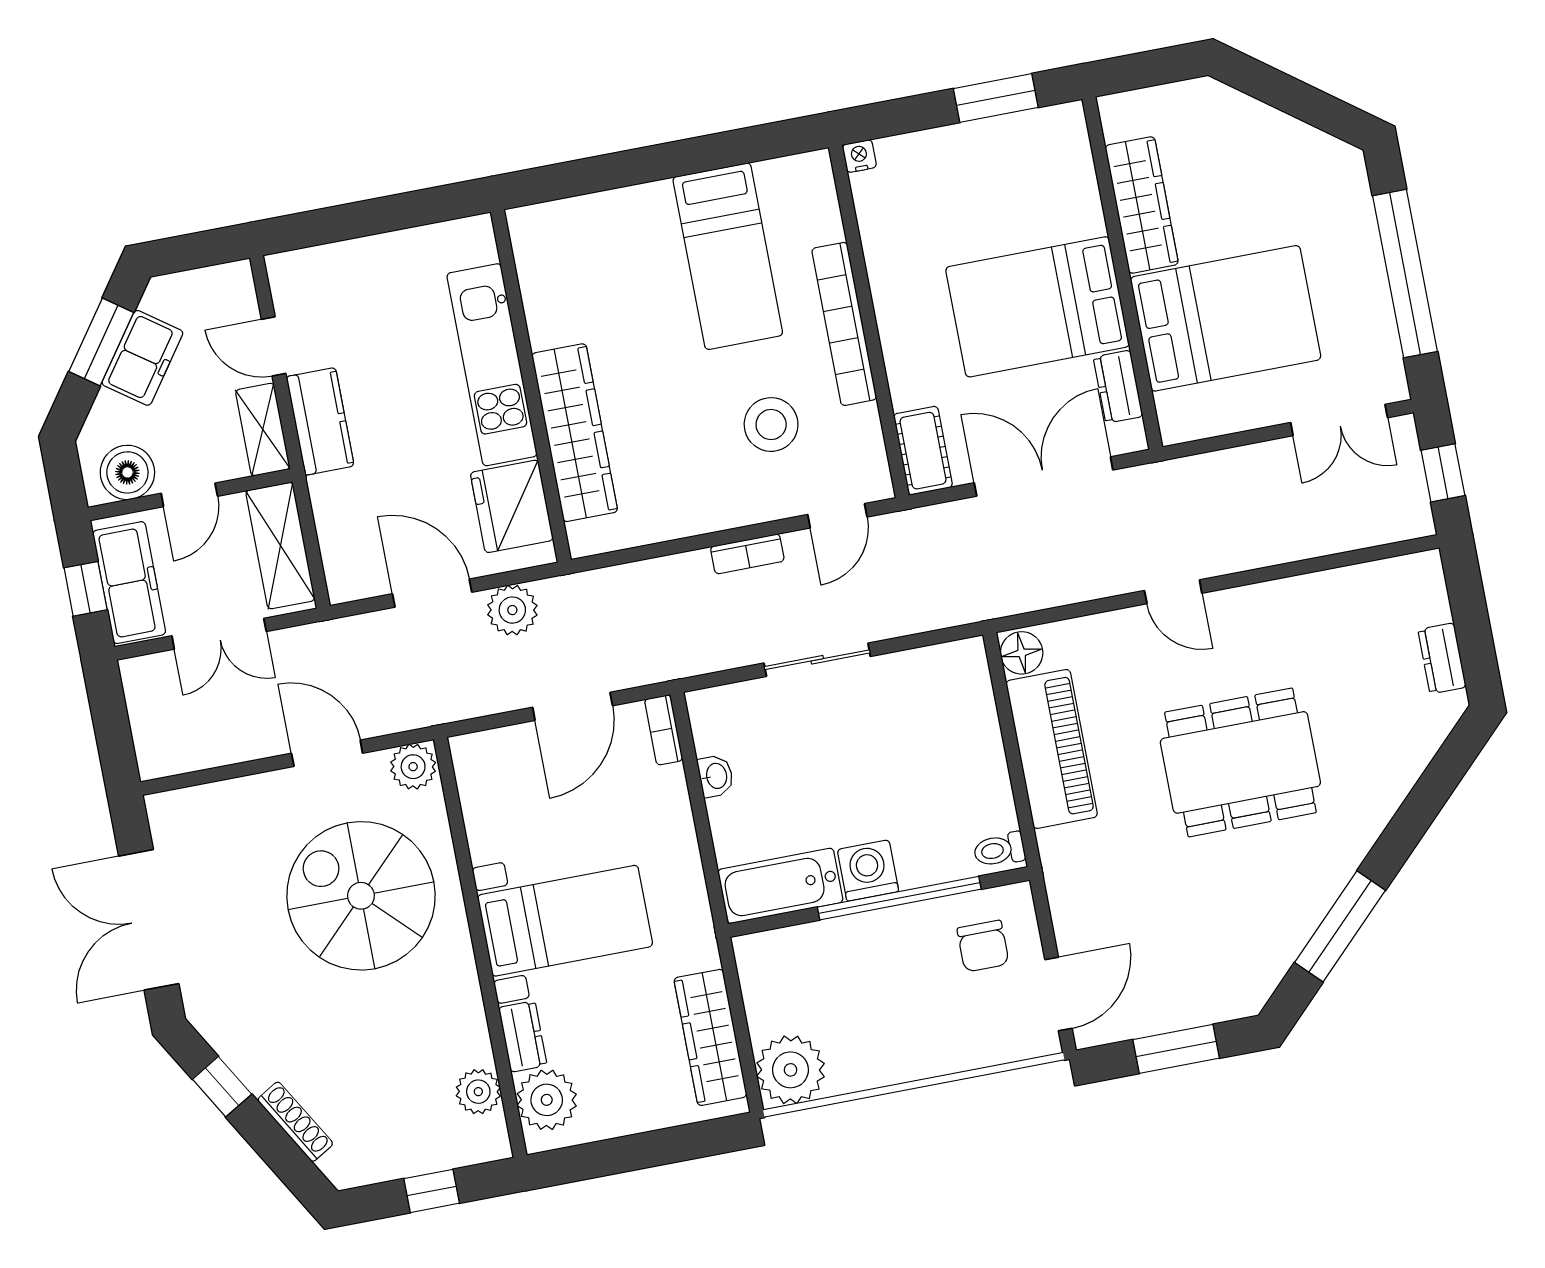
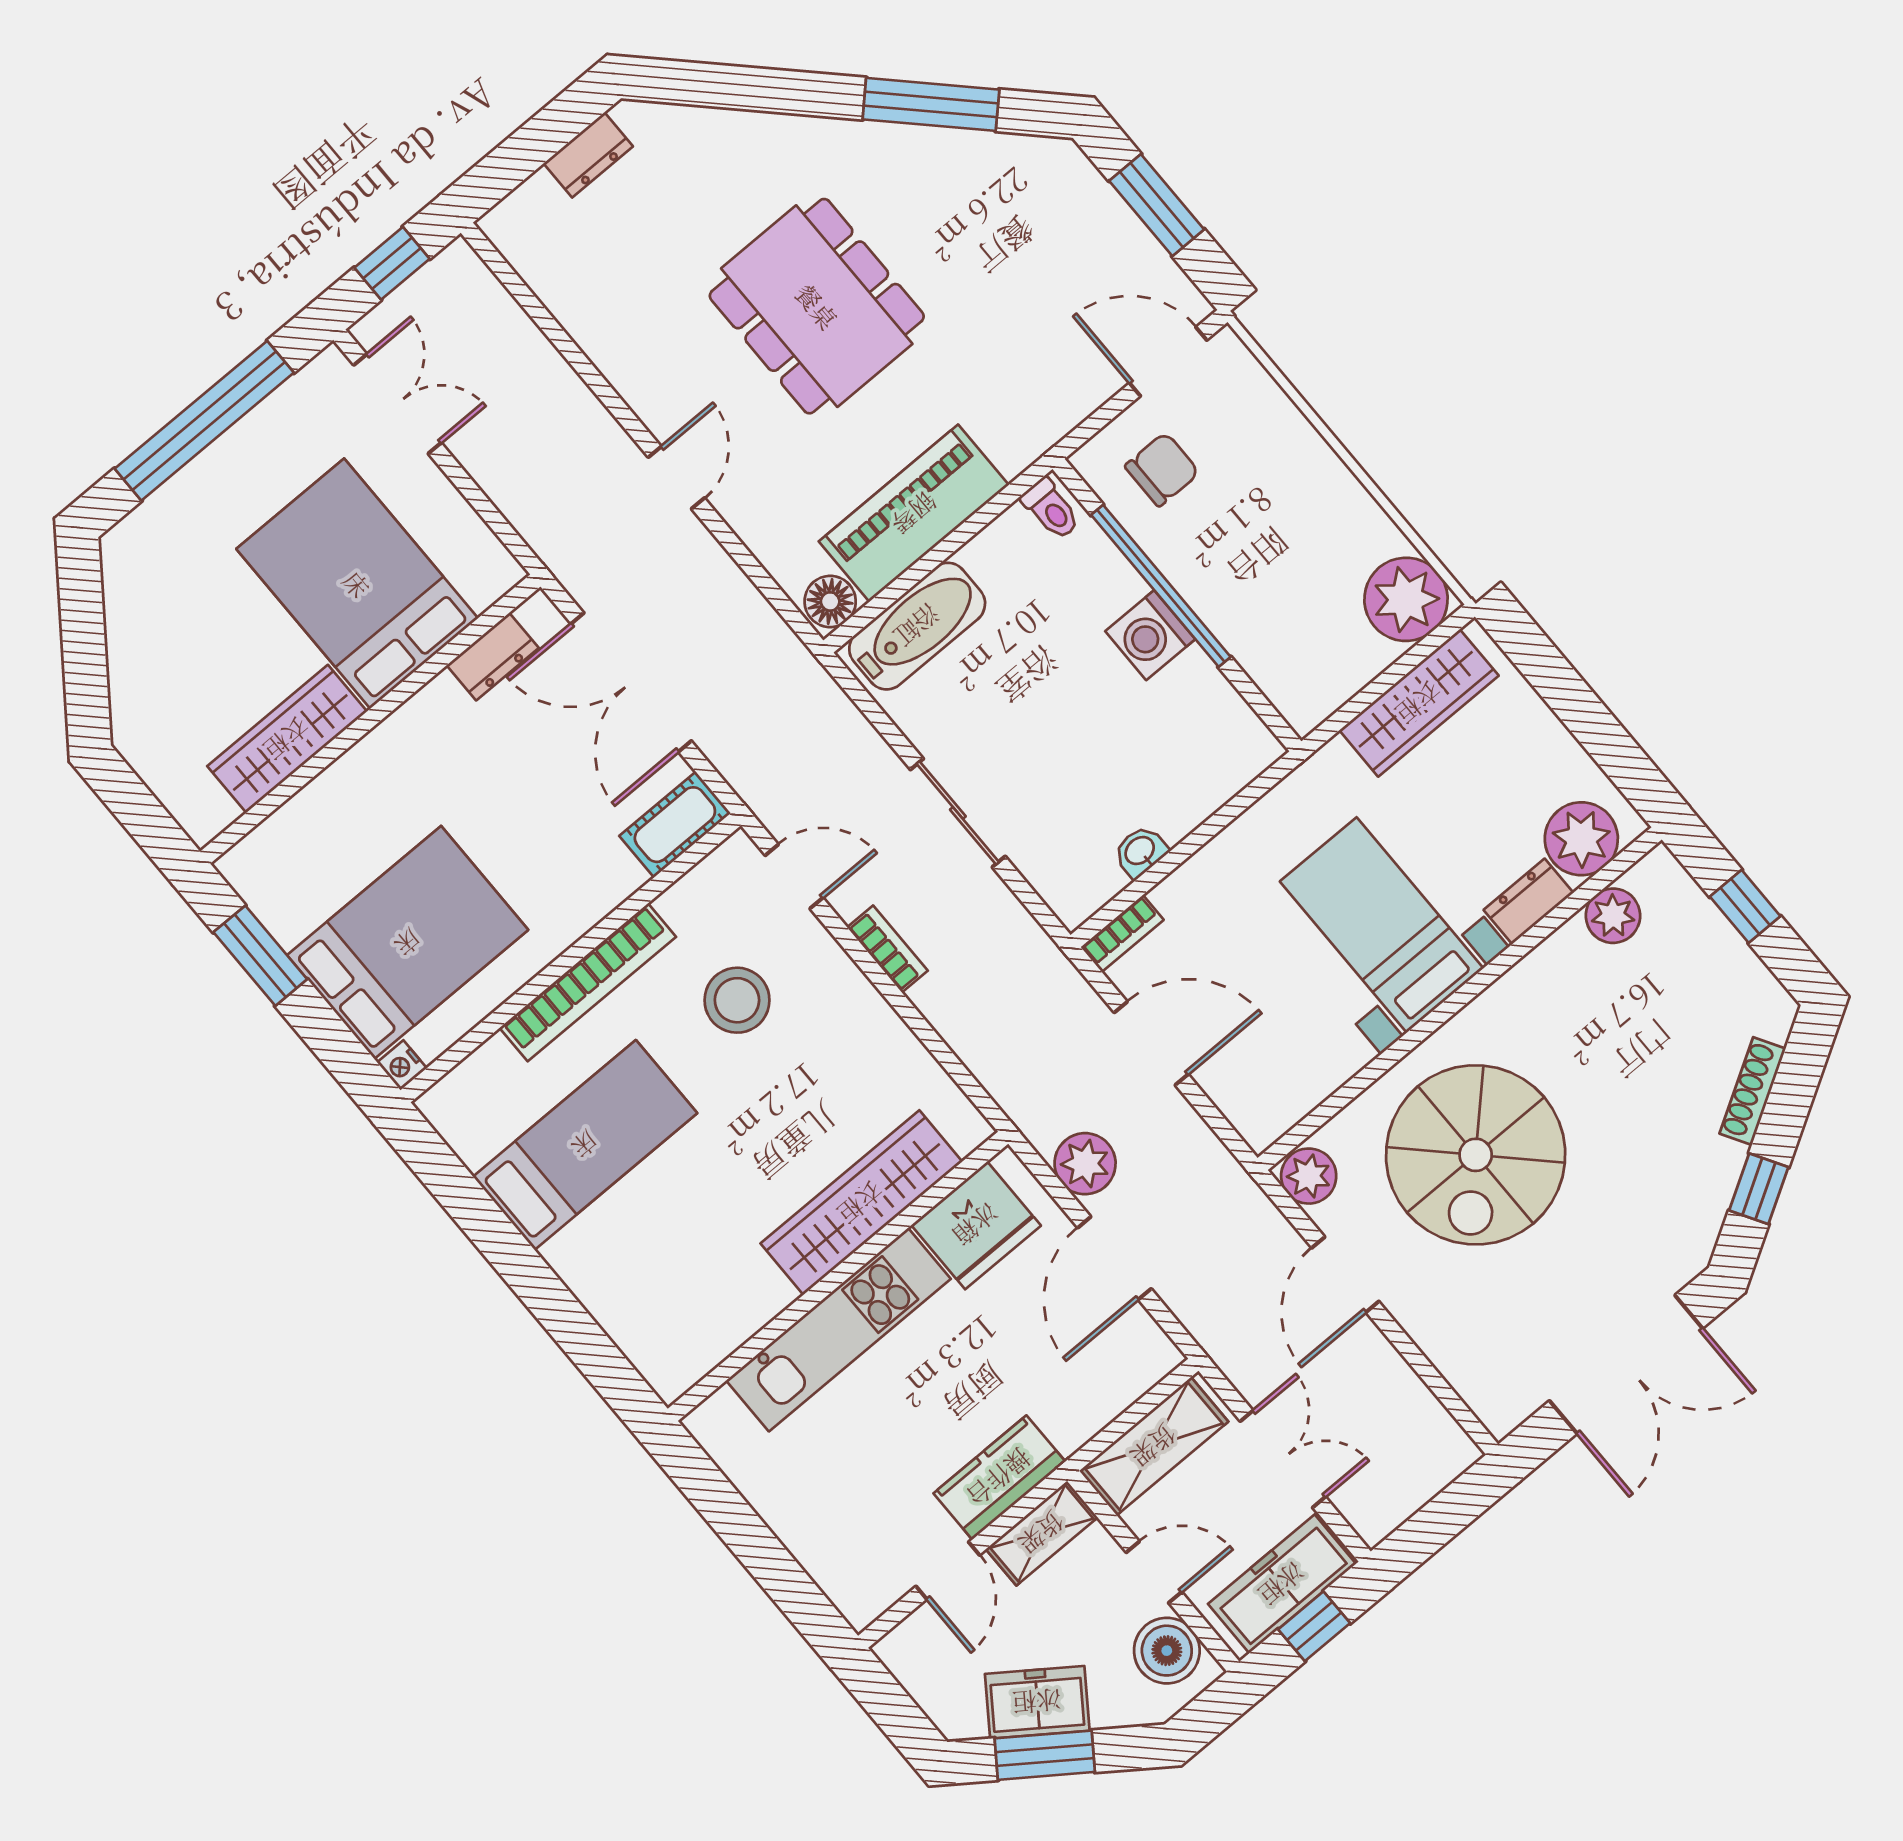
bed: (1037, 307) -> (408, 943), moved, turned -90
bathtub: (780, 886) -> (917, 626), moved, turned -90

